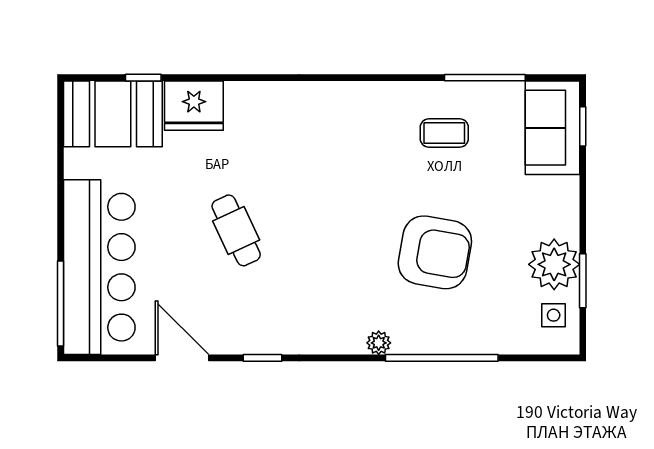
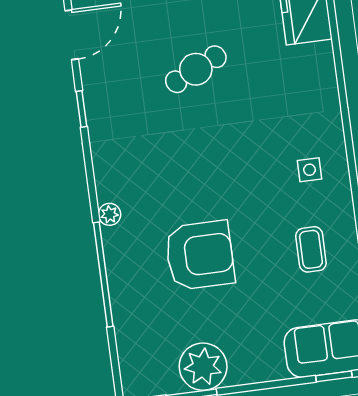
armchair: (435, 252) -> (200, 255), turned -100
side table: (554, 315) -> (310, 170), moved

